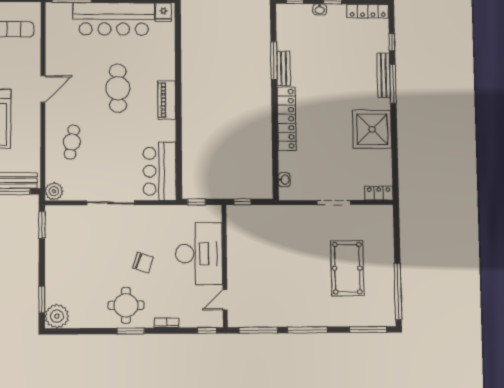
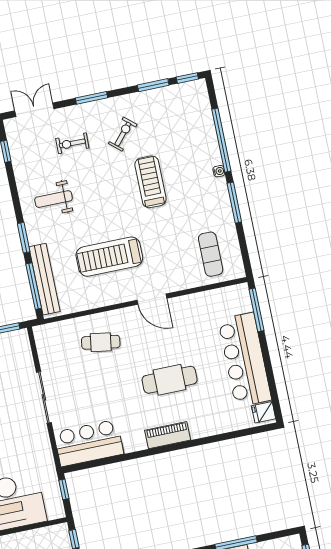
plant: (54, 191) -> (44, 334), removed

